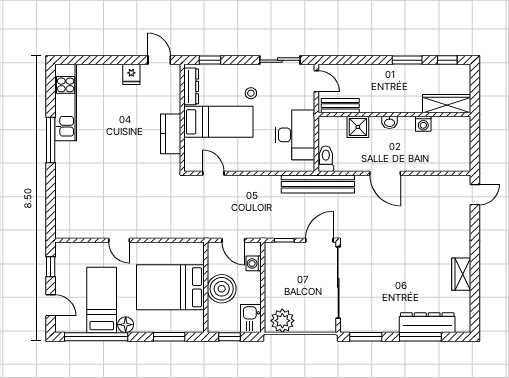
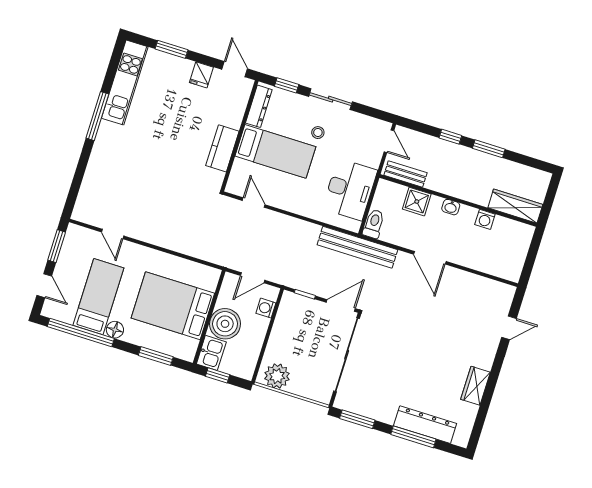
window: (98, 60) -> (172, 49), added
sliding door: (280, 60) -> (331, 99), moved
window: (447, 60) -> (450, 137), moved
door: (475, 195) -> (509, 328), moved
door: (119, 240) -> (113, 234), moved
door: (233, 240) -> (253, 278), hinge flipped
window: (51, 267) -> (57, 246), width x1.50
kitchen sink: (251, 318) -> (211, 353), moved, turned 180

